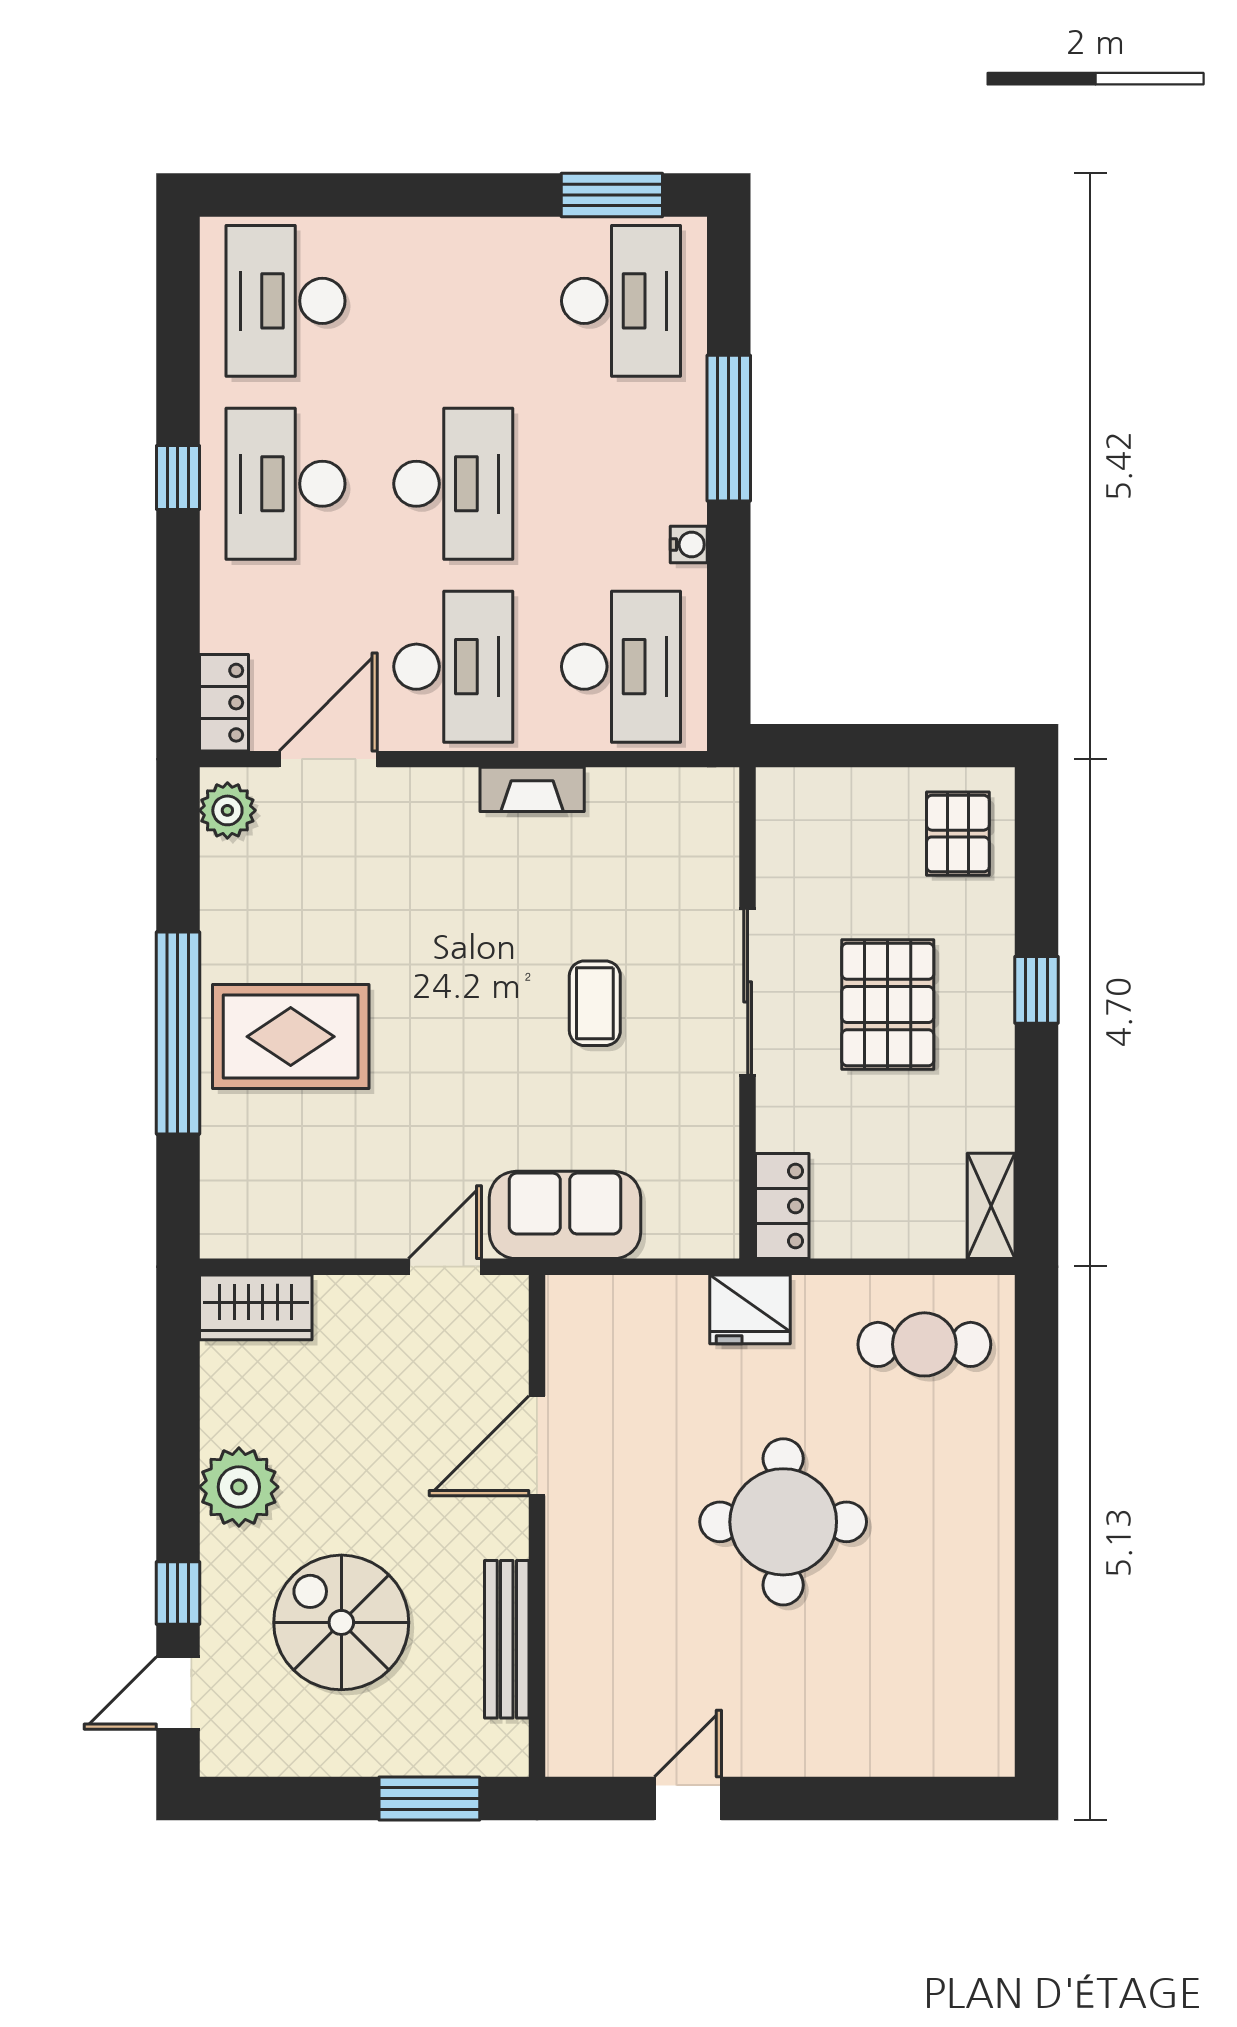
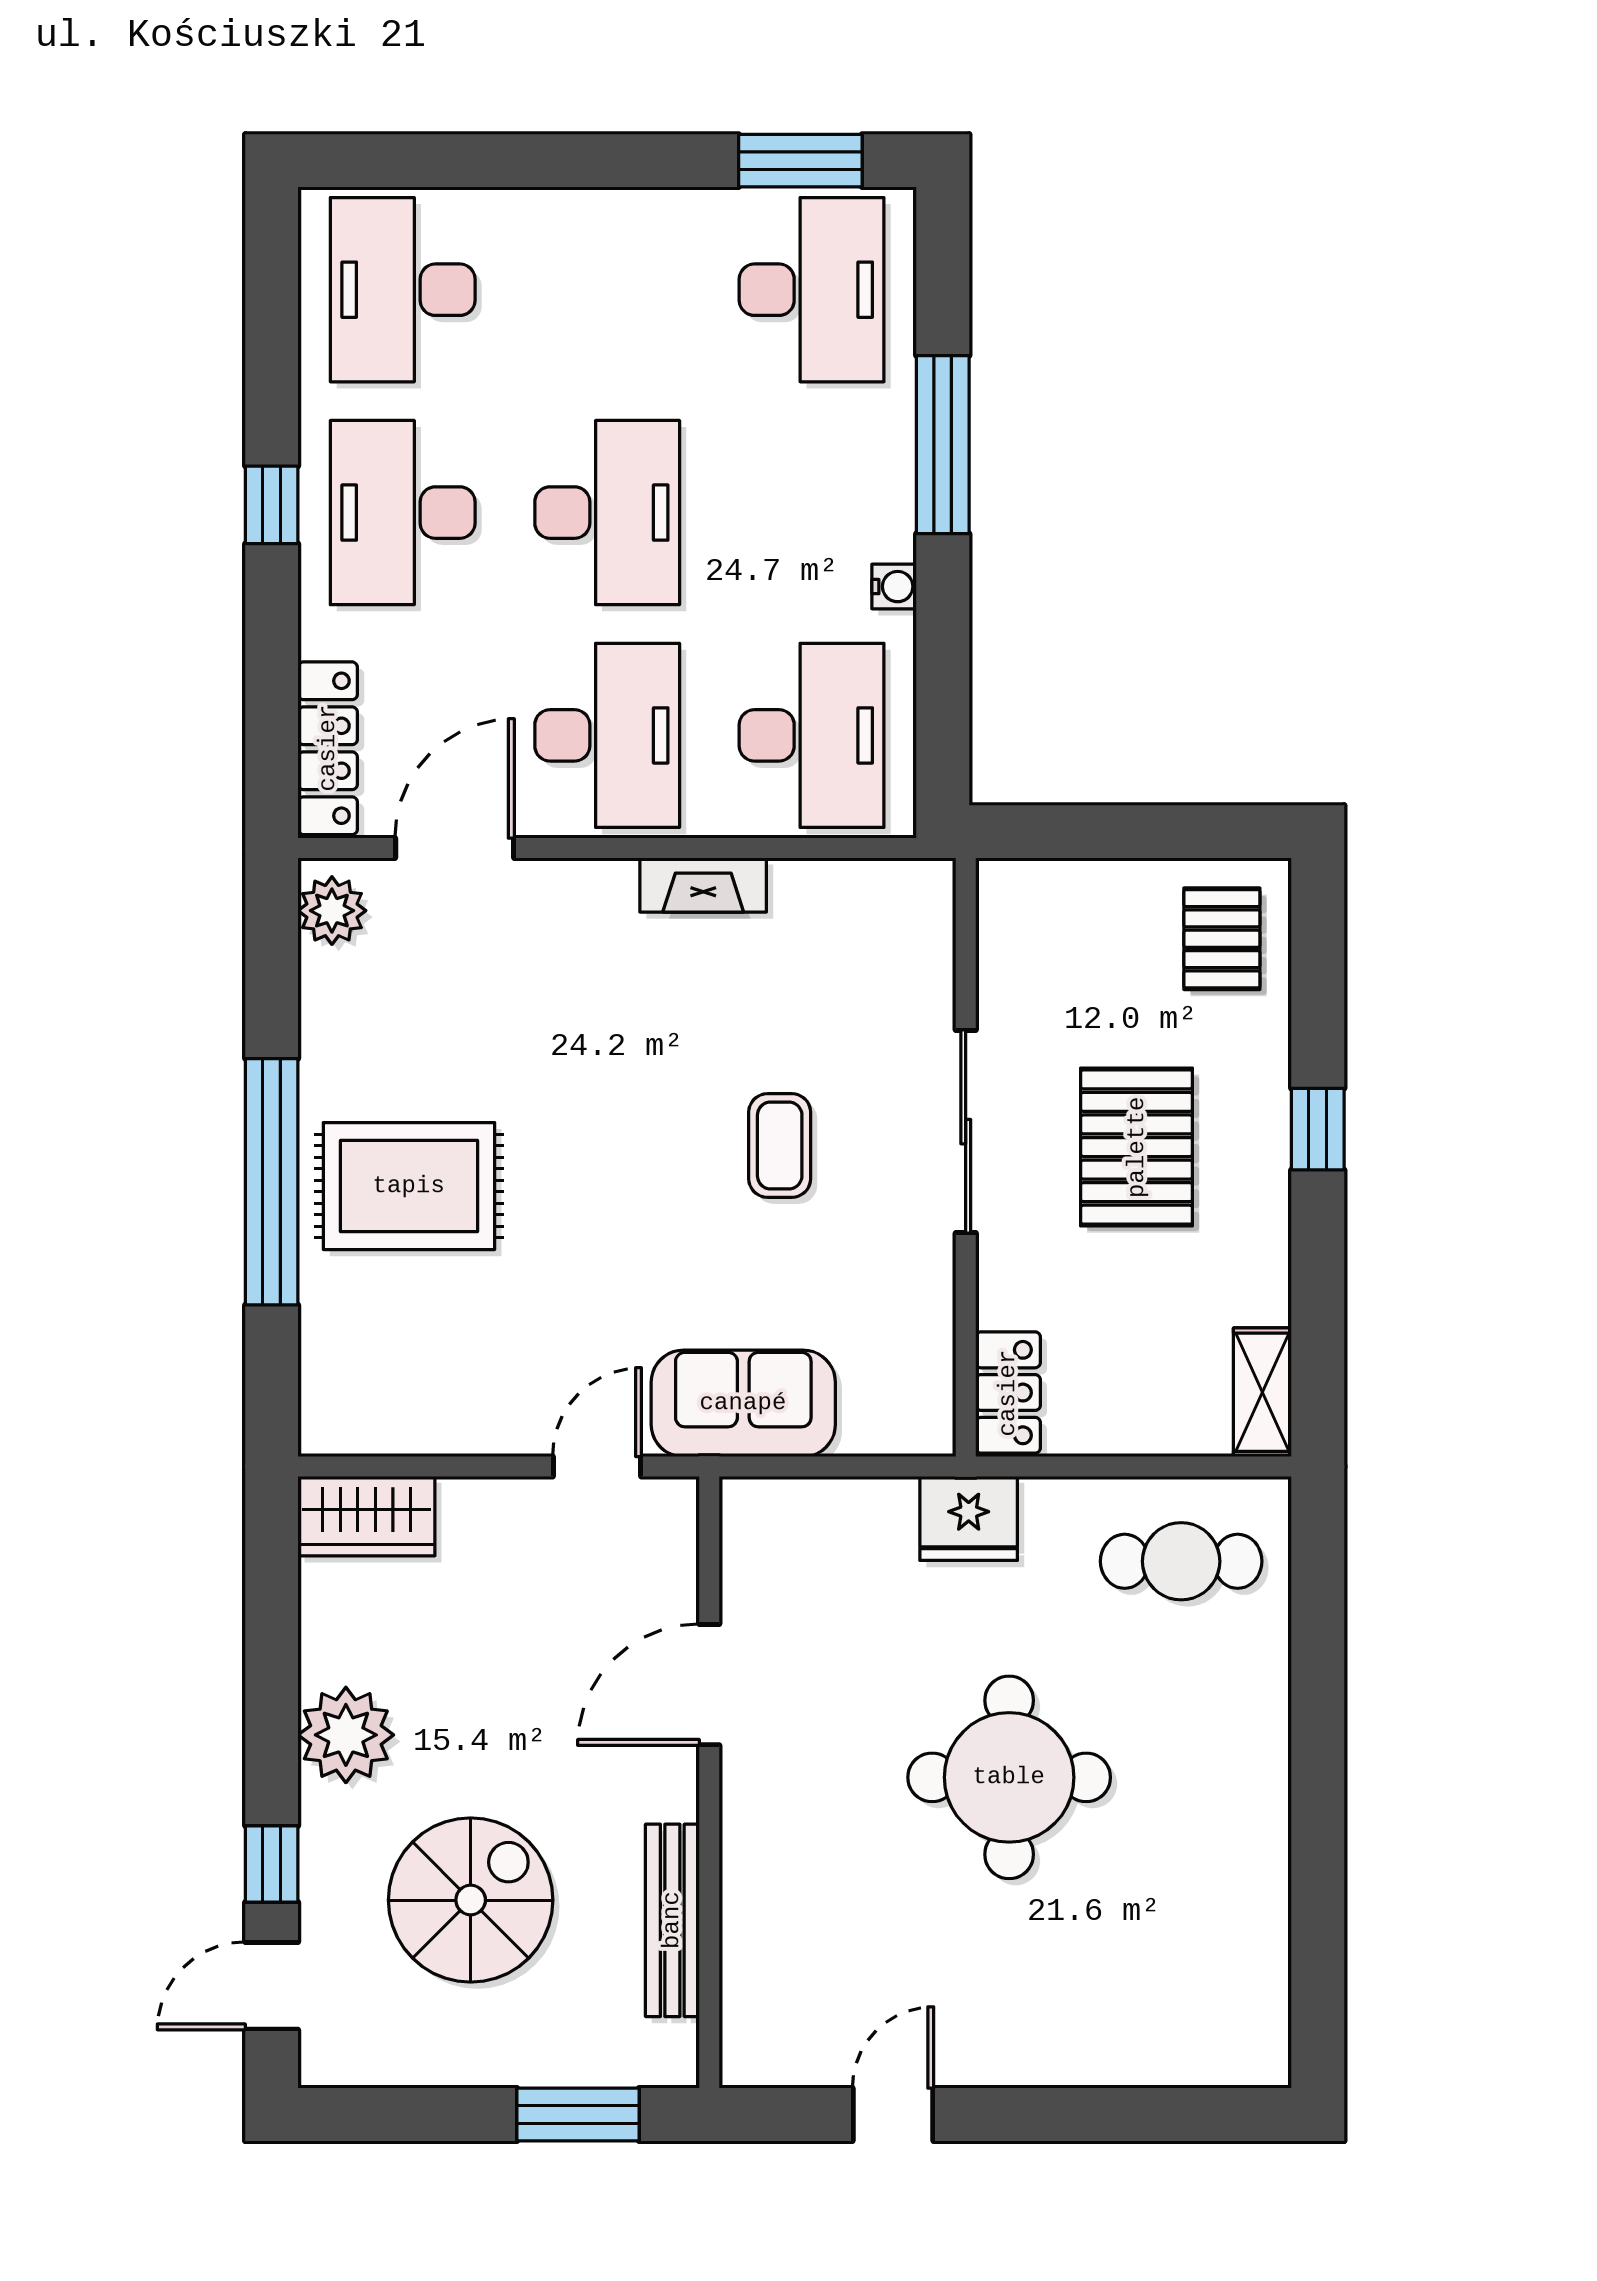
locker: (224, 703) -> (328, 748), width x1.53
spiral stairs: (341, 1622) -> (471, 1900), turned 90

